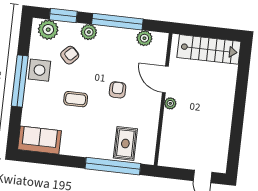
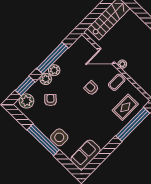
plant: (144, 38) -> (54, 70), moved
side table: (39, 70) -> (59, 137), moved
coffee table: (76, 99) -> (117, 82), moved
rug: (125, 143) -> (125, 107), turned 90

